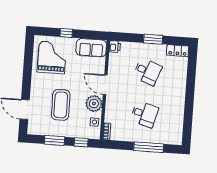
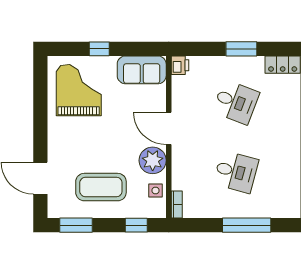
coffee table: (61, 105) -> (101, 187), moved, turned 90
window: (55, 140) -> (76, 225), moved

